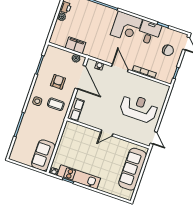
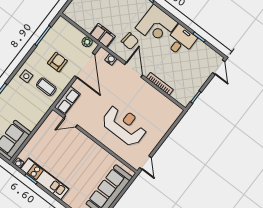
filing cabinet: (75, 45) -> (103, 35), moved
chair: (168, 50) -> (130, 41), moved
reception desk: (139, 108) -> (125, 125), moved
door: (107, 133) -> (71, 122), moved

